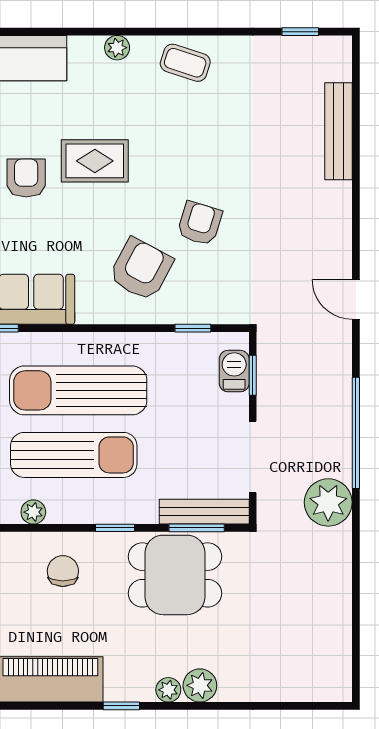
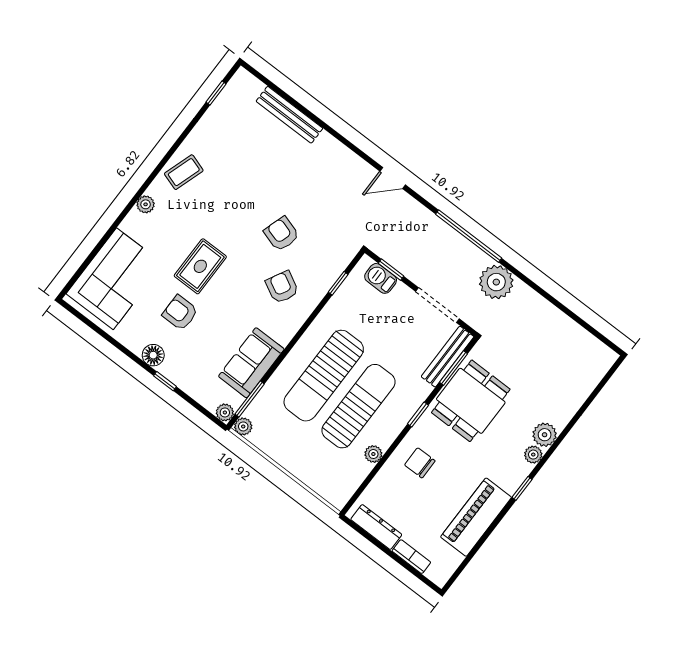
armchair: (141, 269) -> (282, 287), width x0.72, depth x0.72

